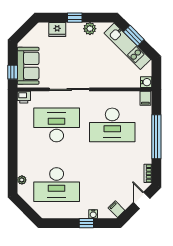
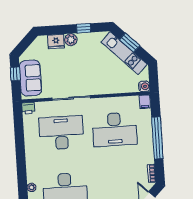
window: (75, 18) -> (84, 28), moved
plant: (90, 29) -> (71, 40), moved
window: (13, 72) -> (15, 74), moved

